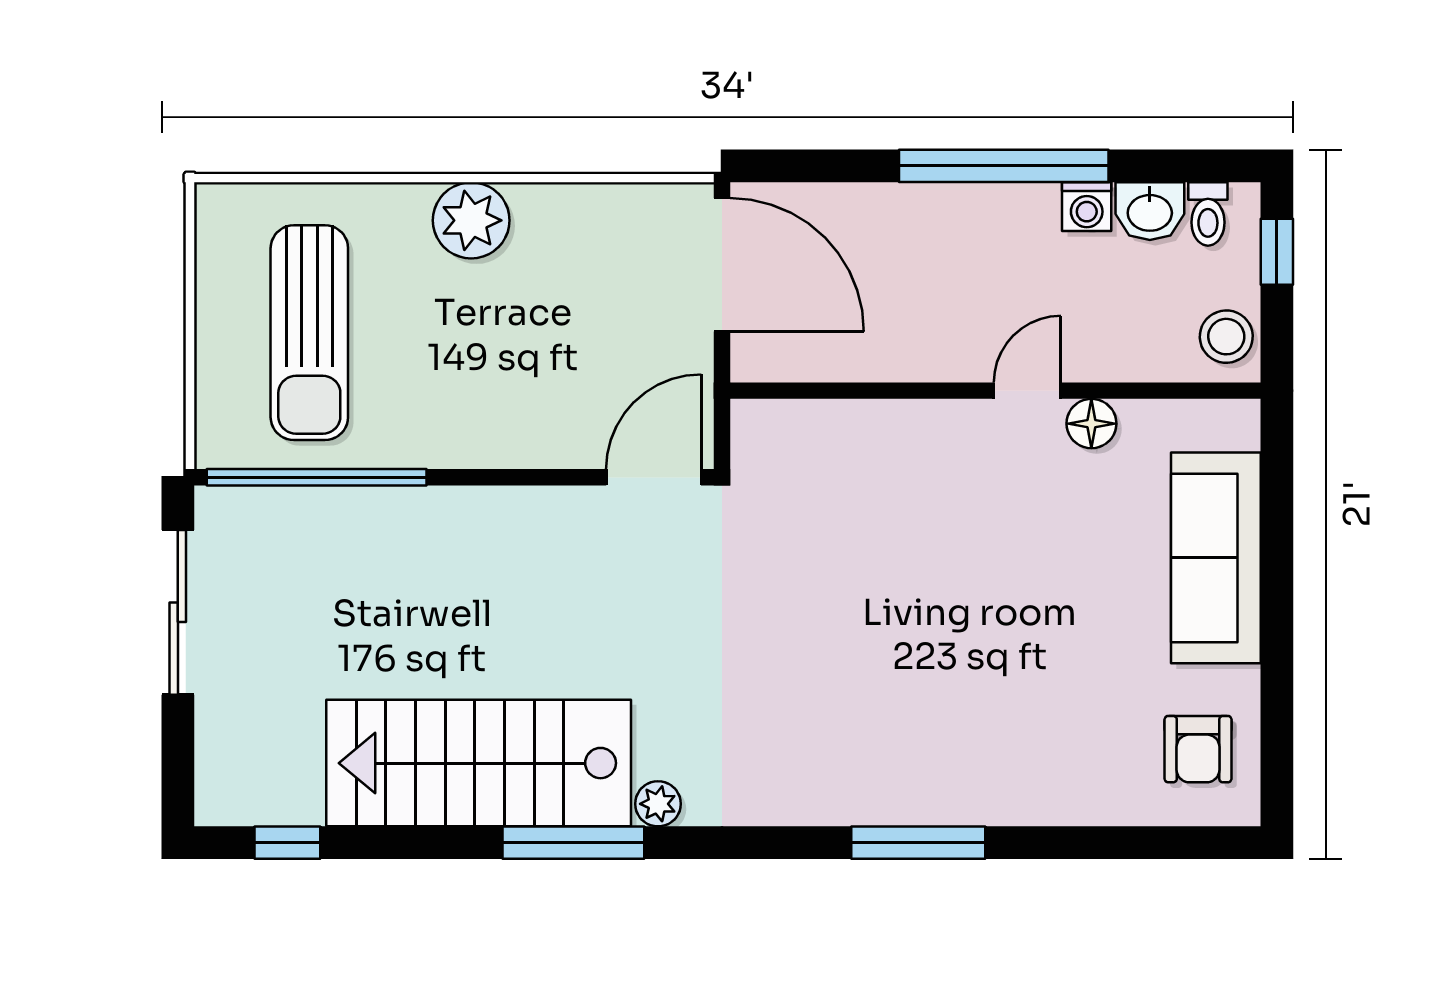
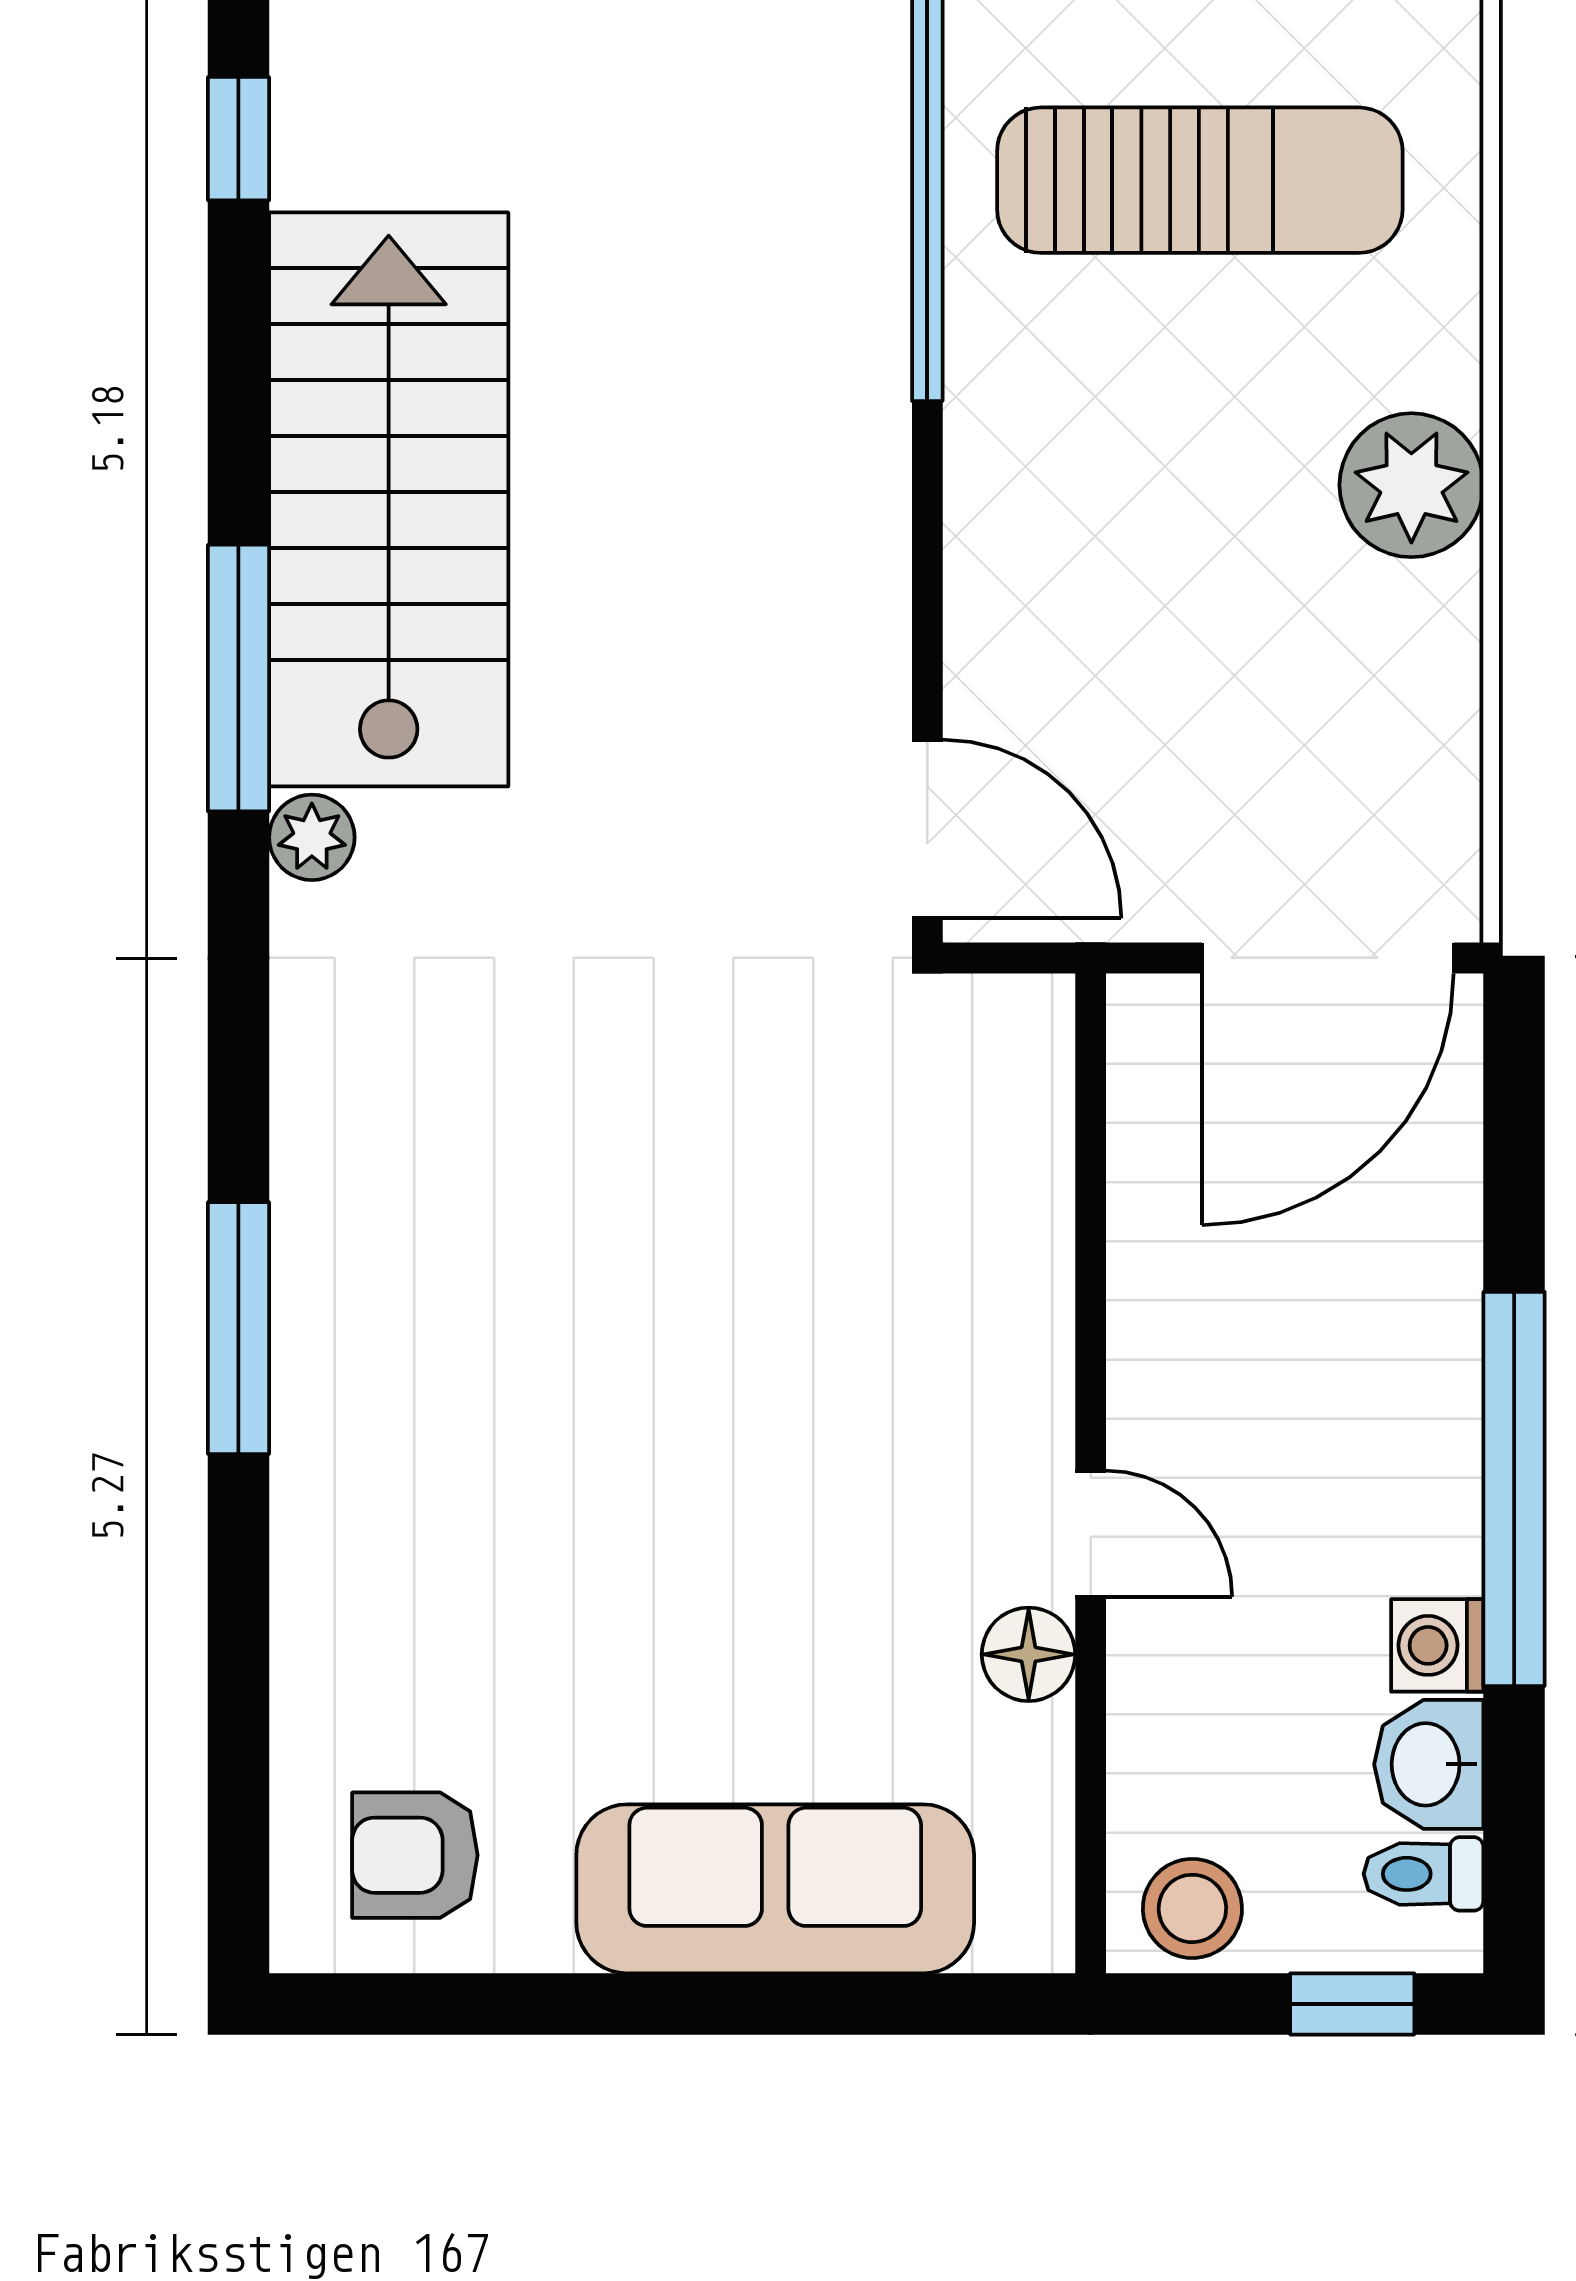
sun lounger: (309, 333) -> (1200, 180), turned 180

